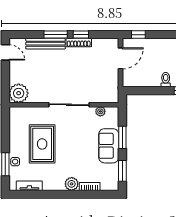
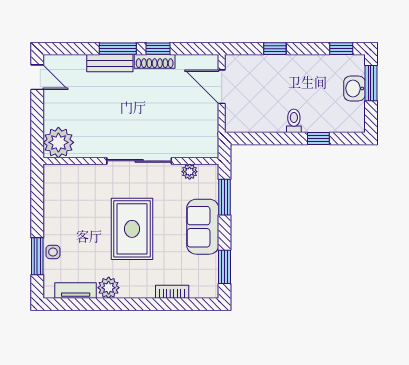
window: (138, 35) -> (275, 49), moved
bench: (45, 44) -> (110, 63), width x0.73
door: (121, 58) -> (222, 87), swing flipped
window: (122, 137) -> (225, 197), moved
rug: (42, 144) -> (132, 229), moved
plant: (72, 184) -> (109, 288), moved

